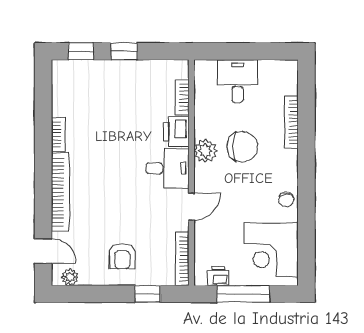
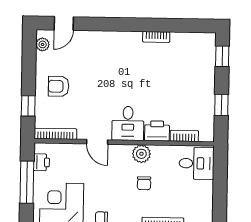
window: (124, 51) -> (221, 105), moved
desk: (238, 81) -> (197, 163), moved
chair: (242, 147) -> (144, 183), width x0.54, depth x0.54
bookcase: (60, 192) -> (110, 38), removed

